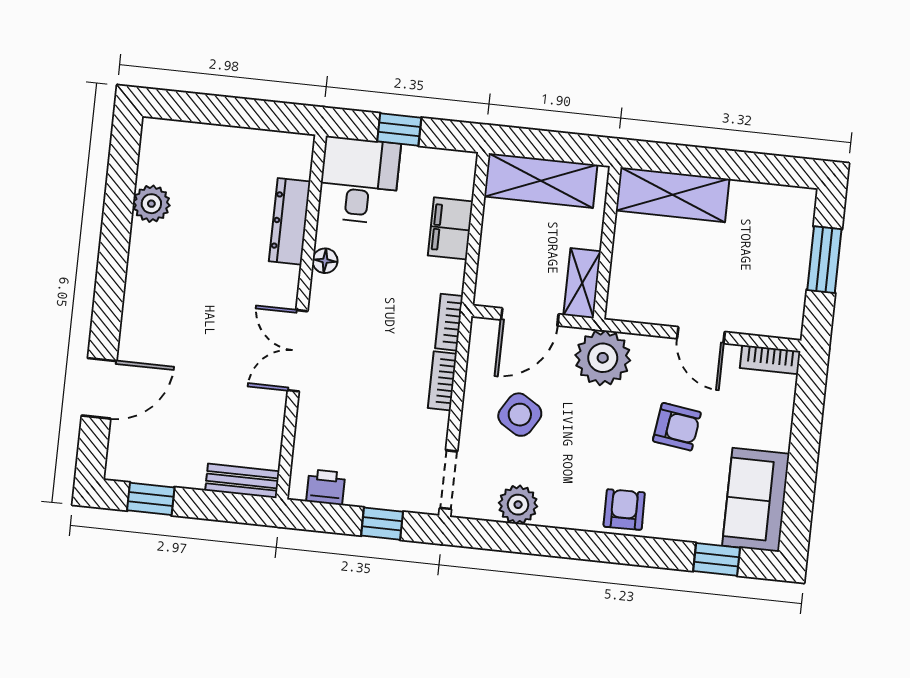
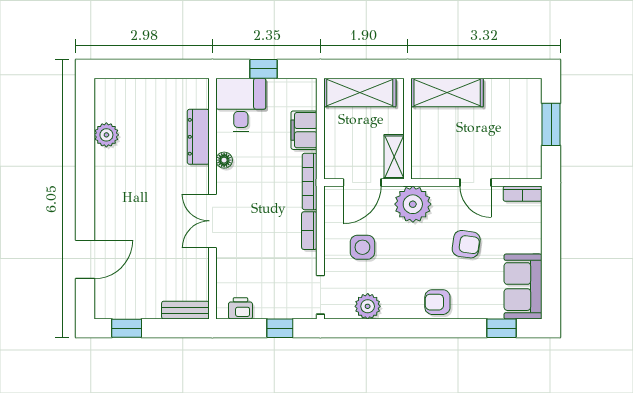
bookcase: (449, 322) -> (310, 181), width x1.56
side table: (520, 415) -> (362, 247), turned -32
armchair: (624, 510) -> (437, 302), turned -89

